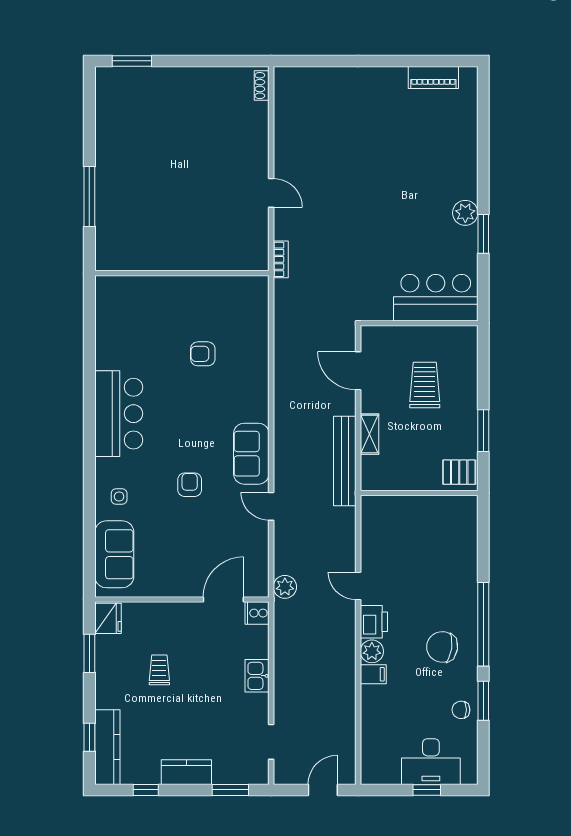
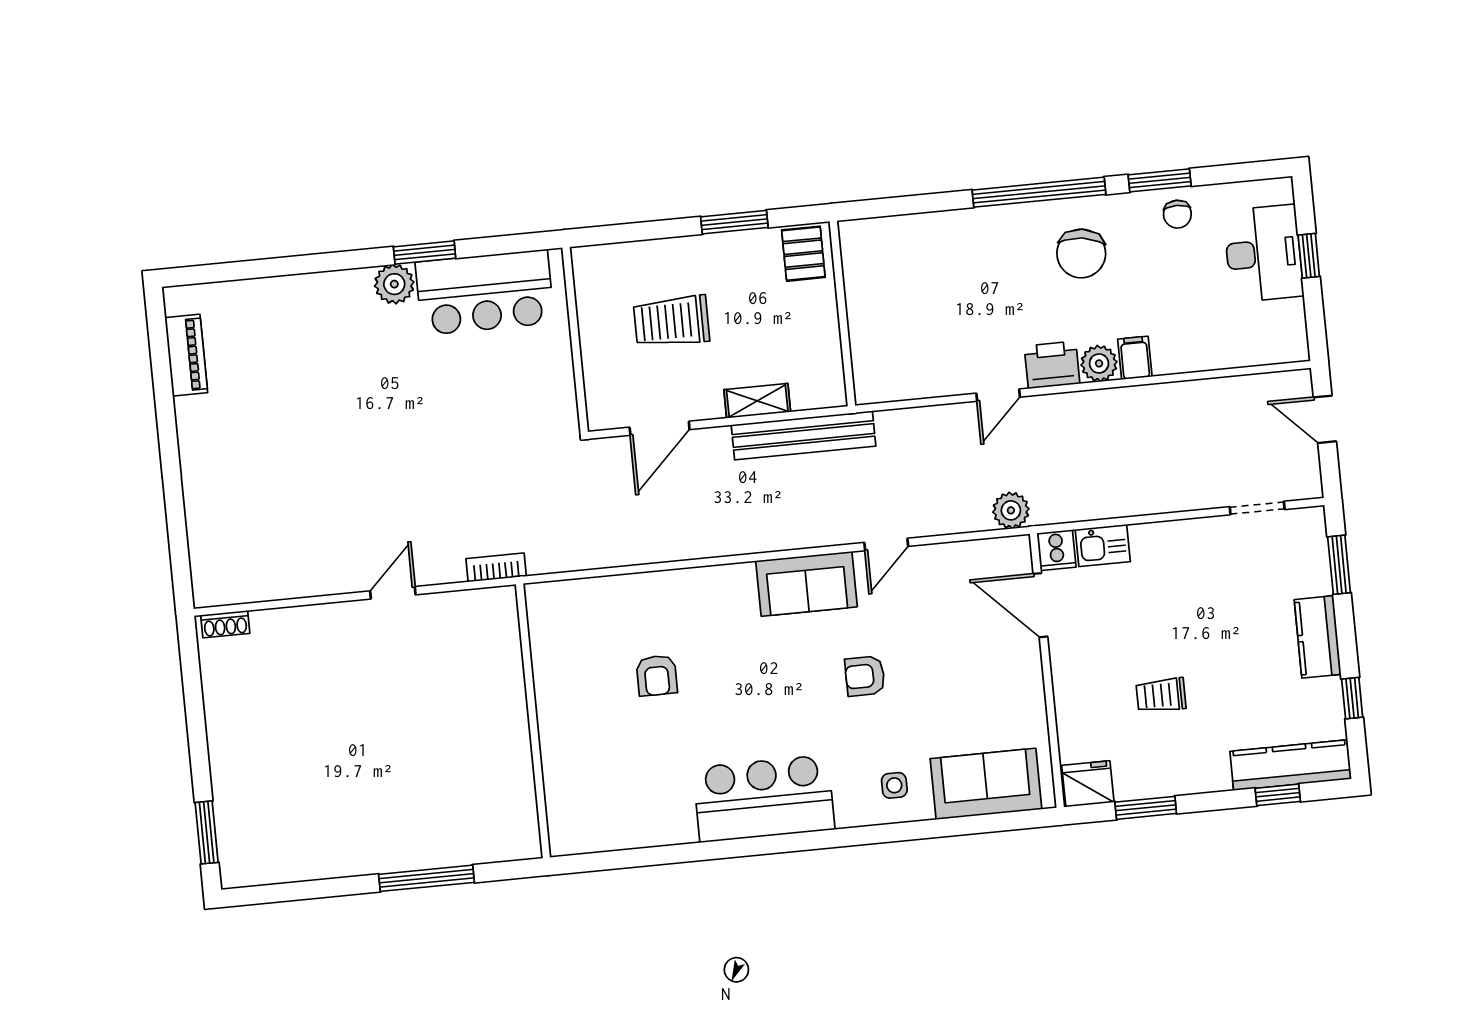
bar counter: (436, 298) -> (485, 292), moved, turned -90
kitchen sink: (257, 676) -> (1103, 546), moved

